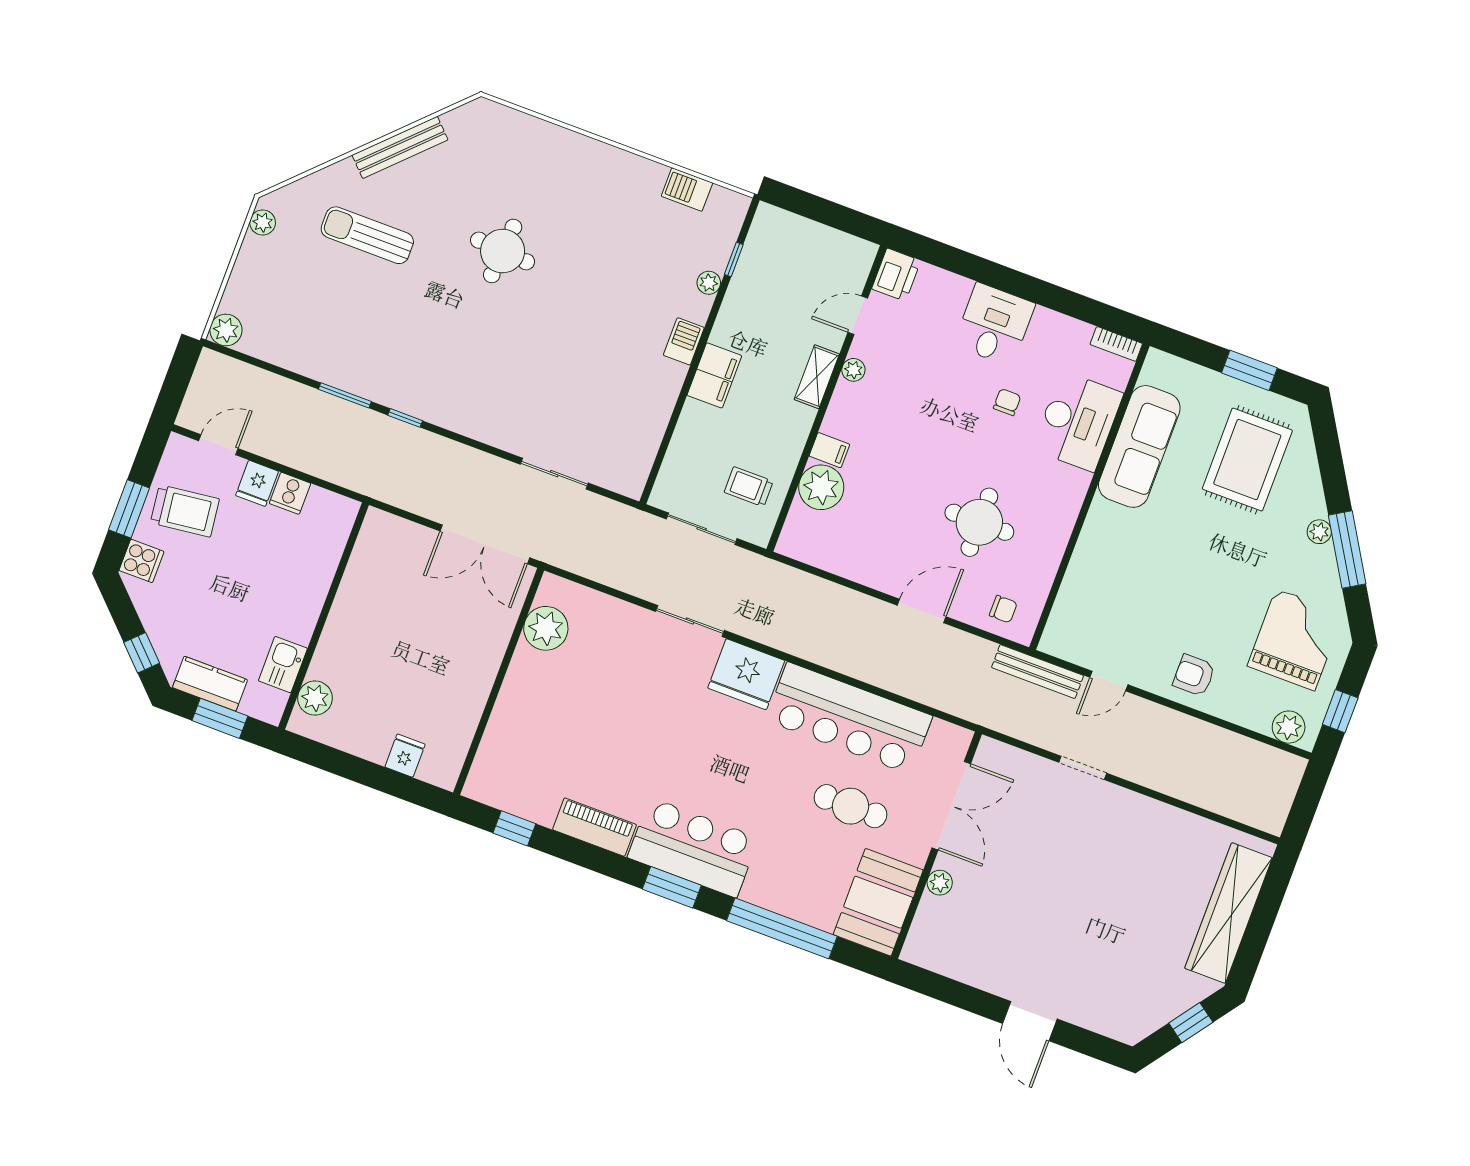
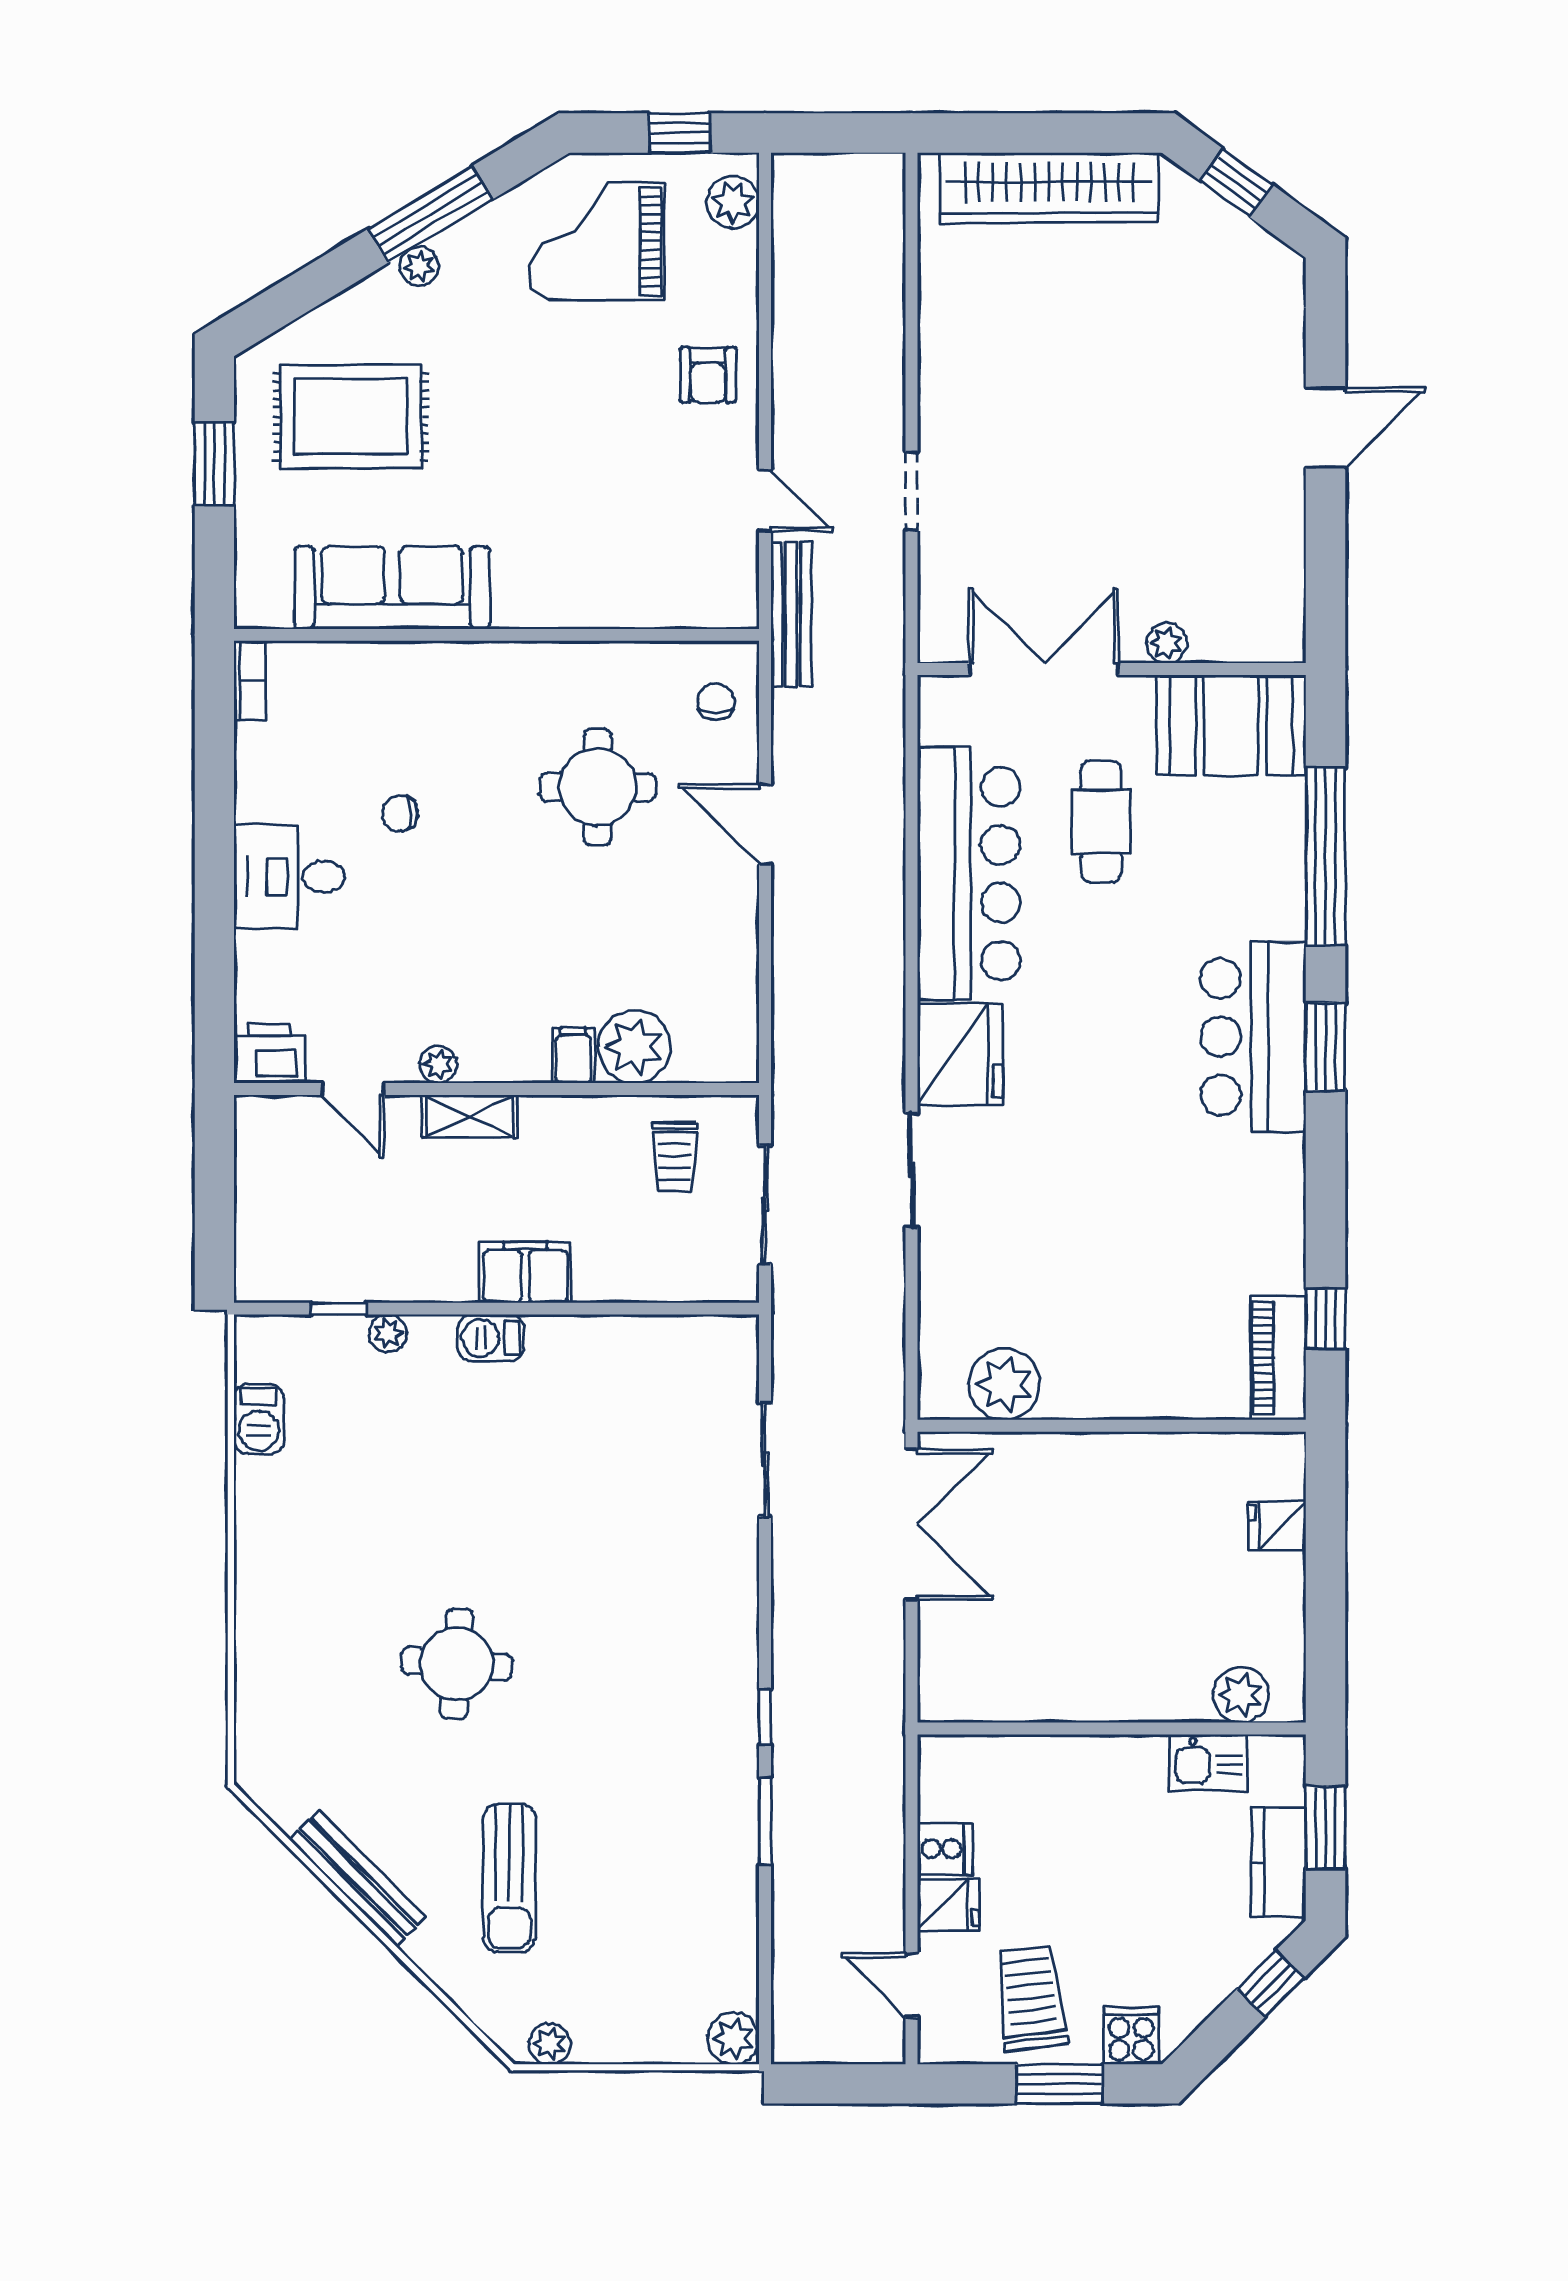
desk: (1078, 421) -> (389, 695), removed
piano: (594, 827) -> (1278, 1358), moved

